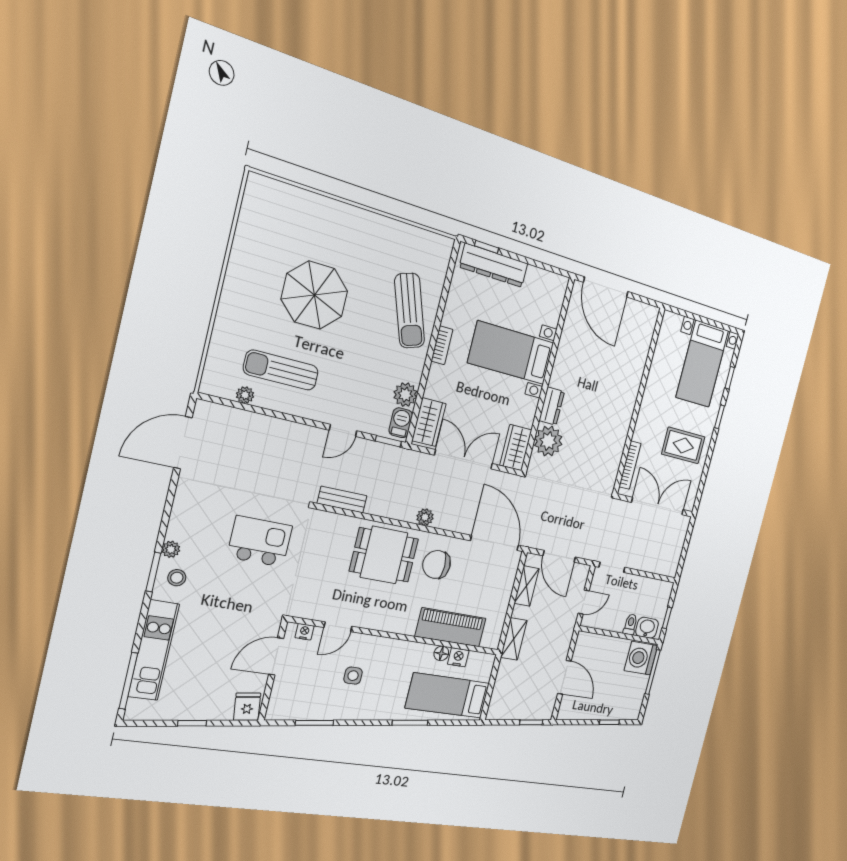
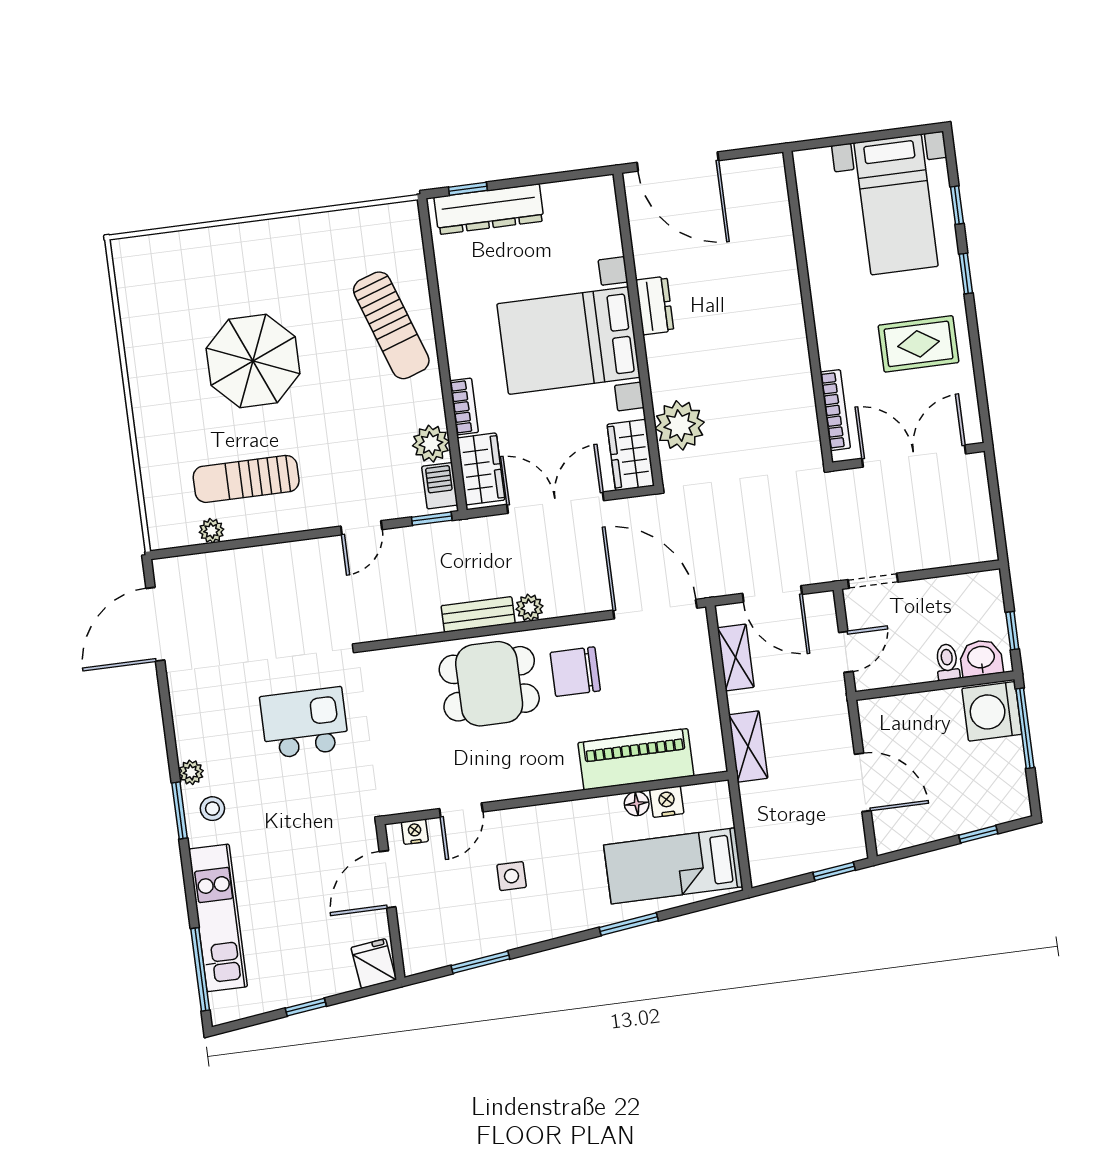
bookcase: (442, 345) -> (464, 407), moved
bed with nightstands: (511, 353) -> (569, 341), width x1.36
dresser: (552, 406) -> (655, 306), moved
bench: (342, 500) -> (478, 614), moved

